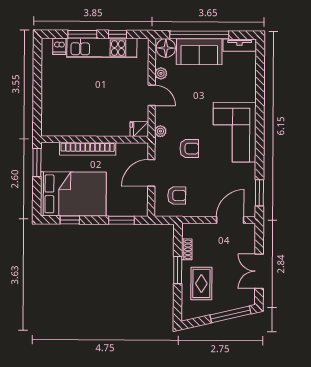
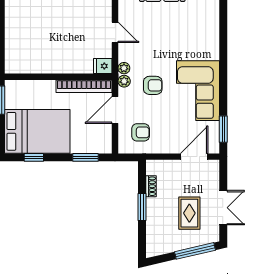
plant: (161, 73) -> (124, 81), moved
corner sofa: (235, 132) -> (198, 91), moved
bookcase: (88, 149) -> (84, 86), moved
double door: (259, 271) -> (223, 208), swing flipped
rug: (201, 284) -> (189, 213), moved

